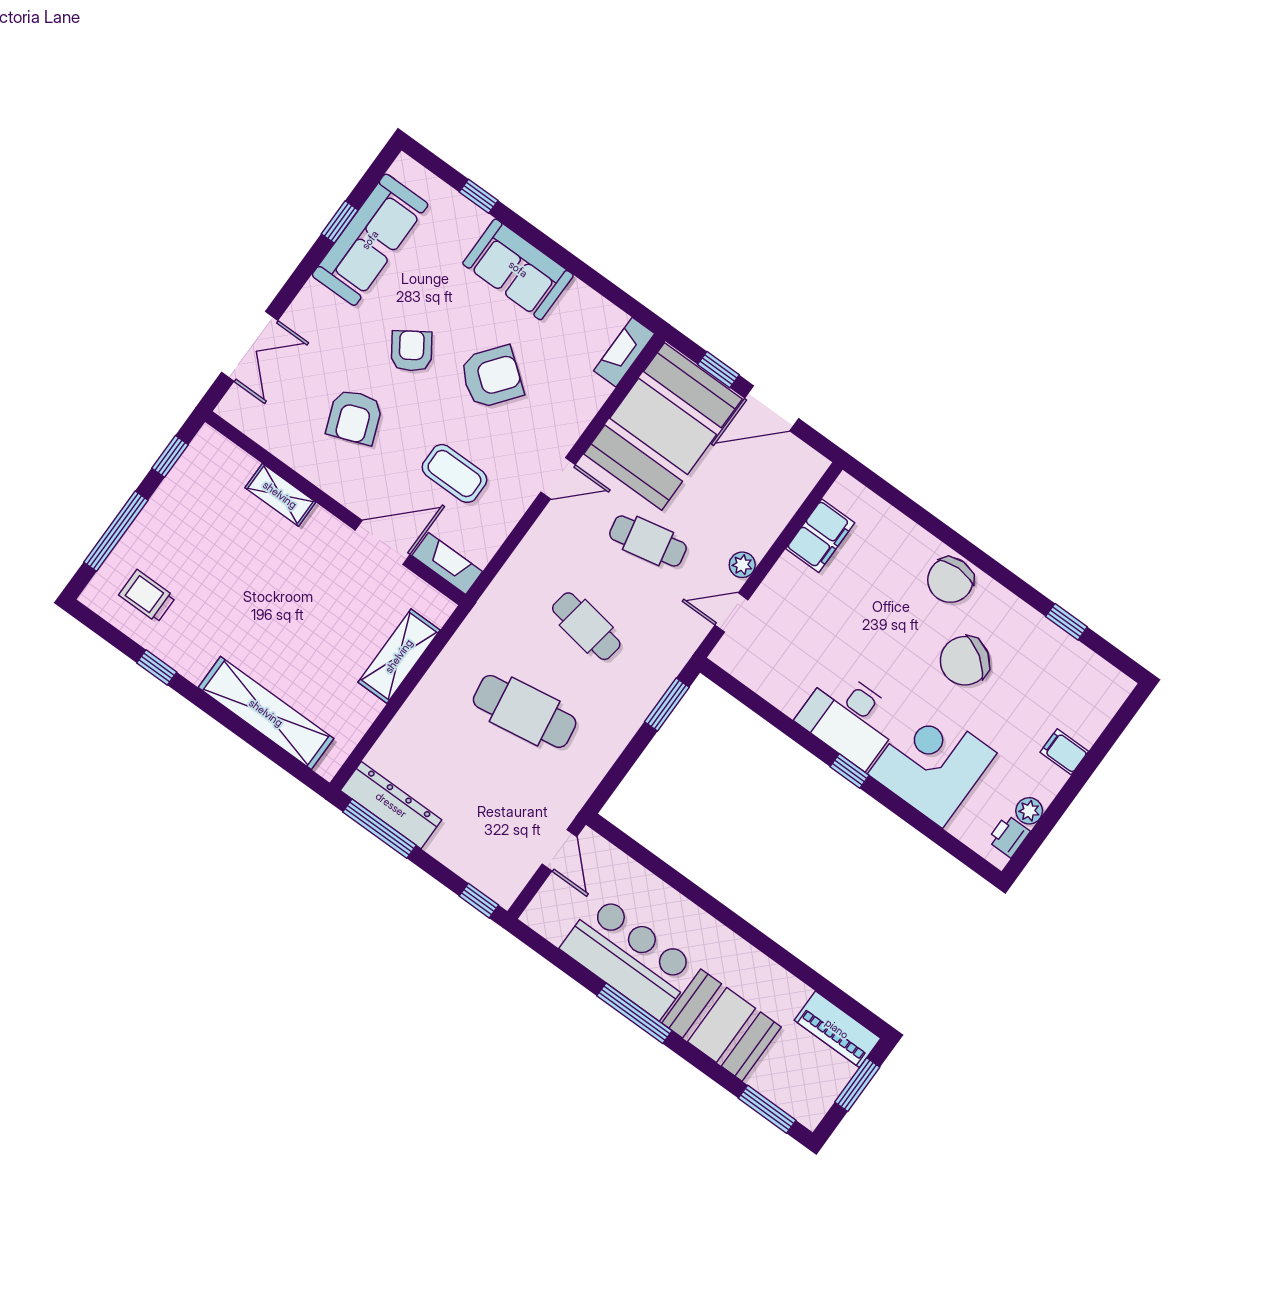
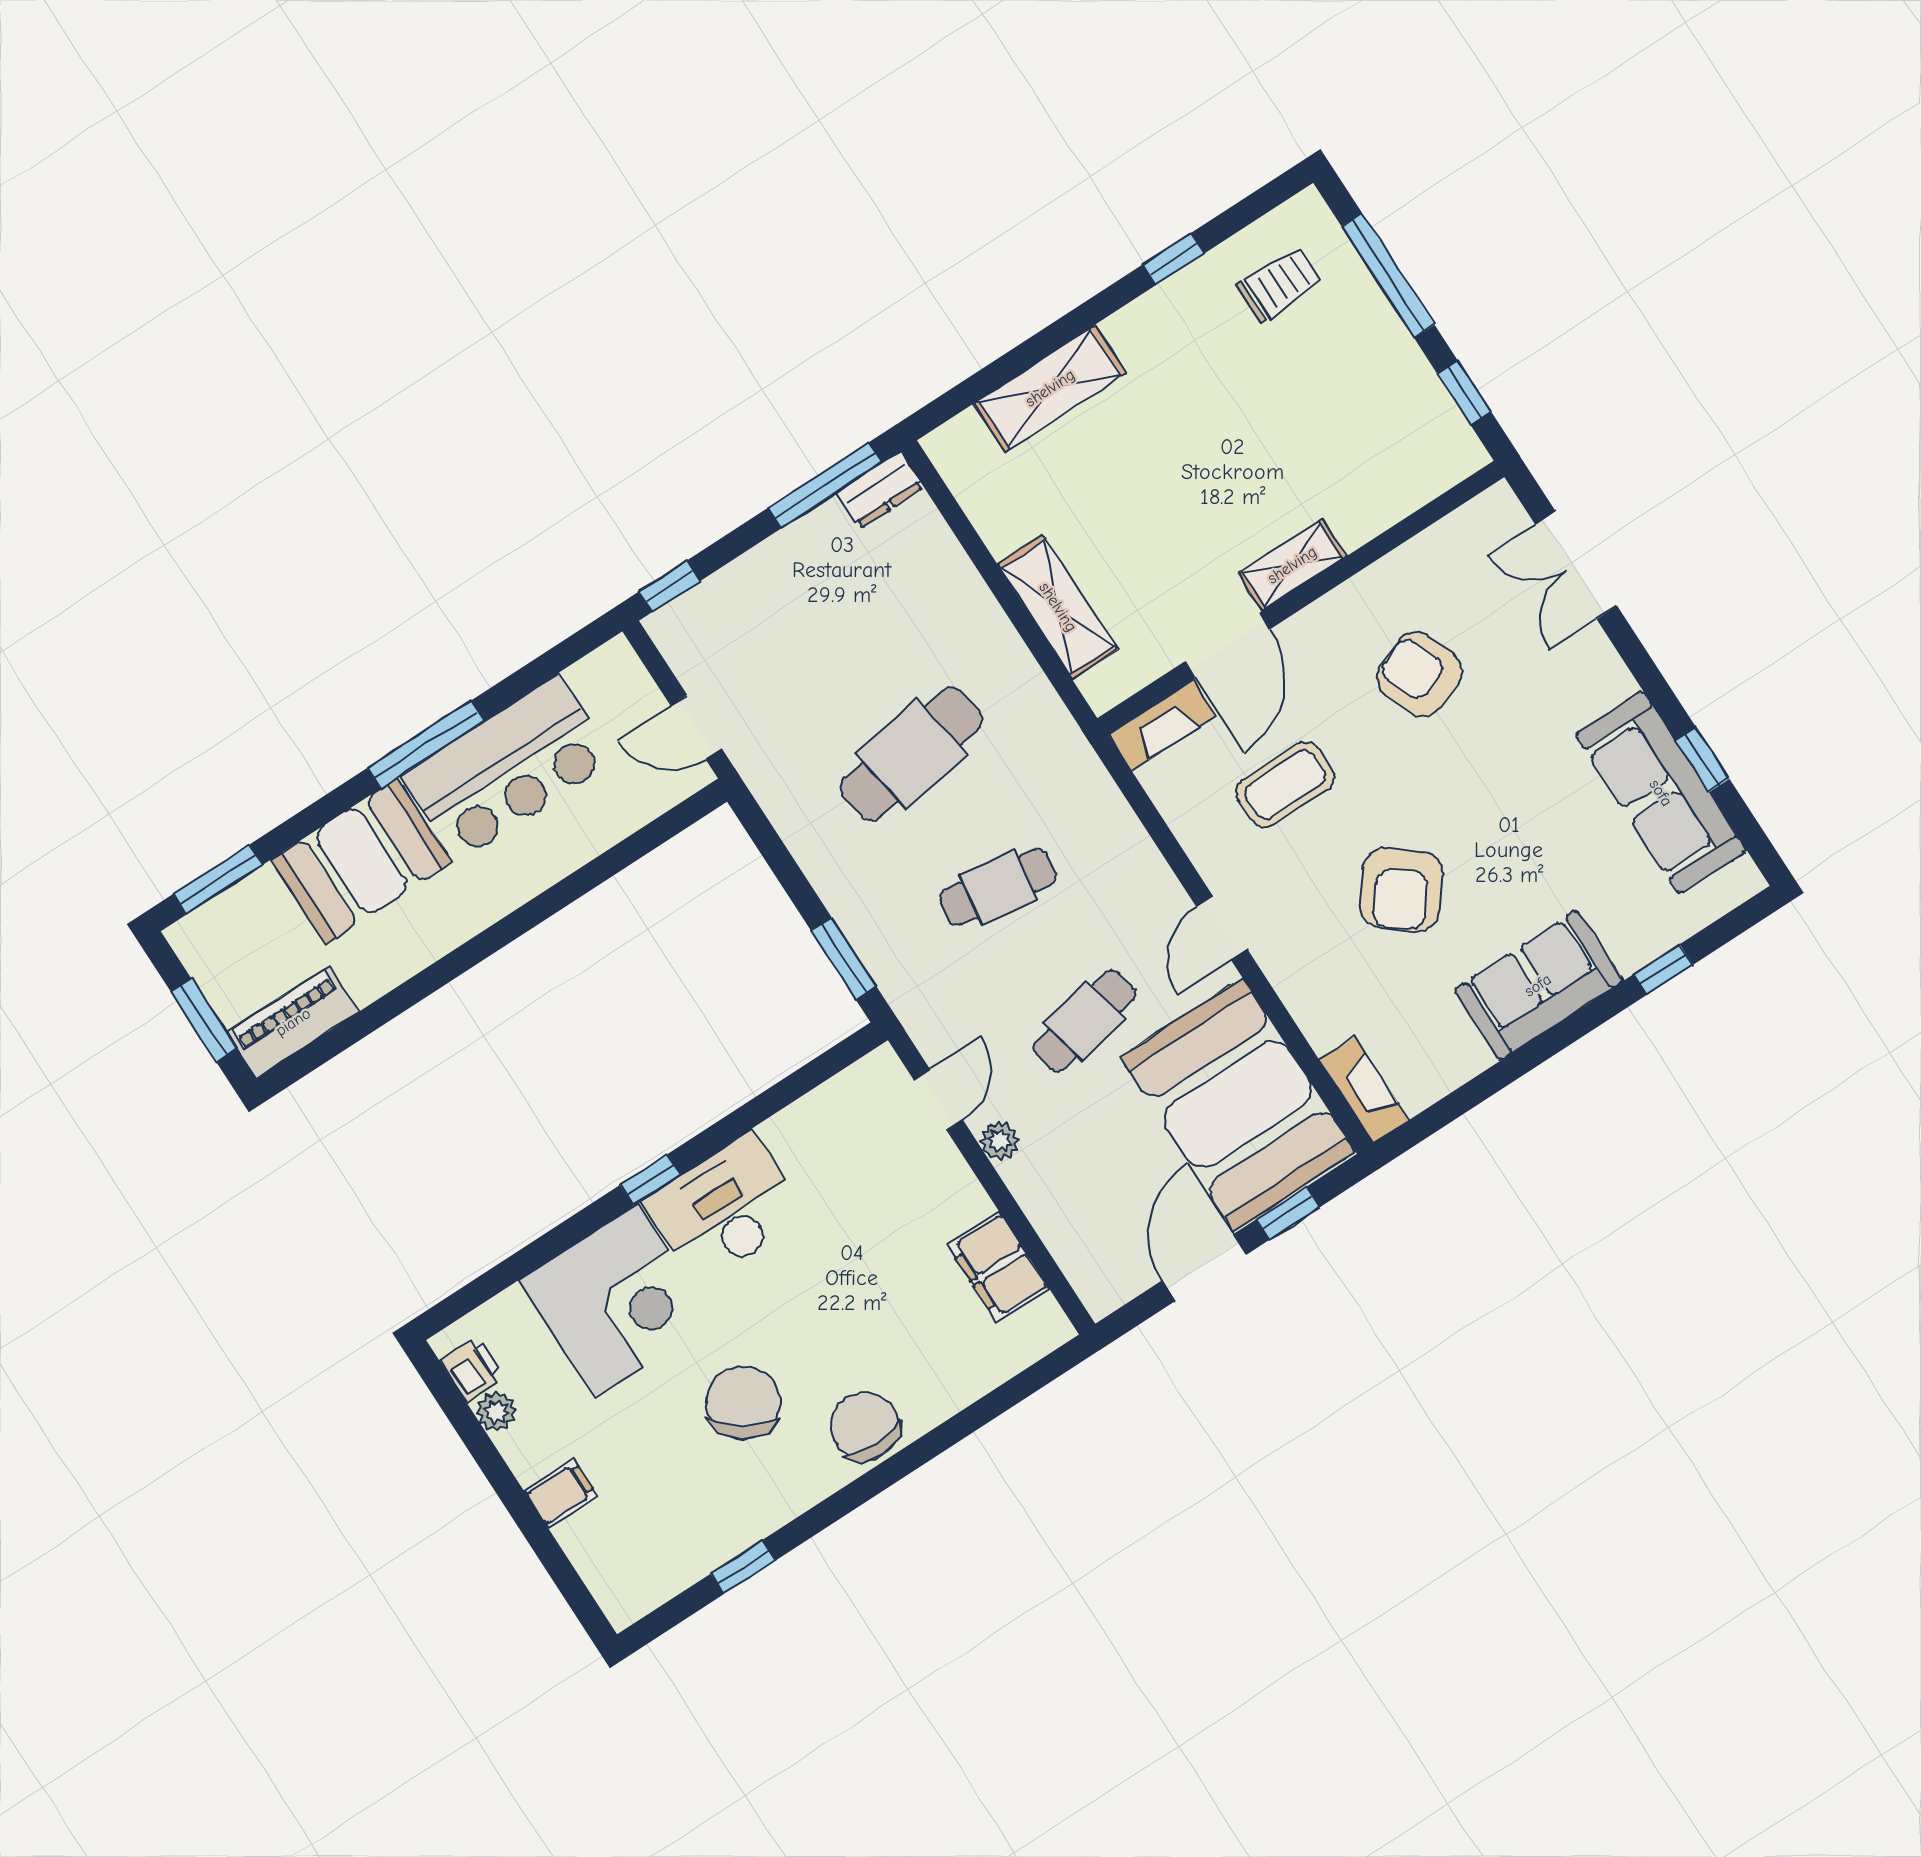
armchair: (412, 351) -> (1481, 791), removed
shelving: (280, 495) -> (1292, 565), moved
shelving: (266, 713) -> (1050, 388), width x0.68
dresser: (391, 805) -> (880, 490), width x0.51, depth x0.80

